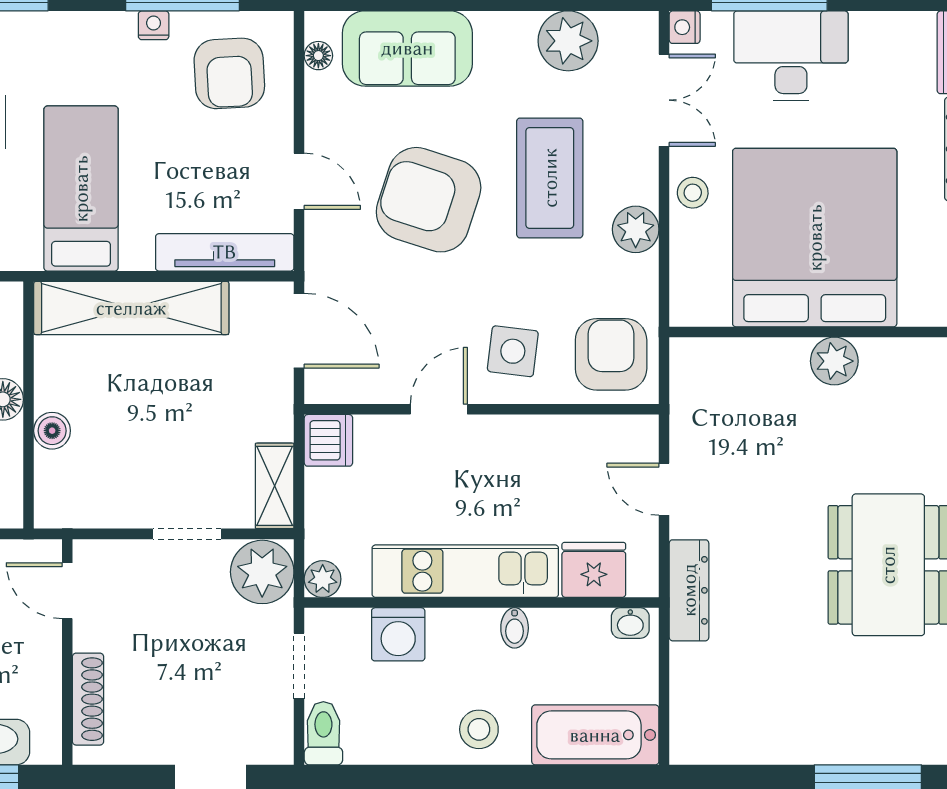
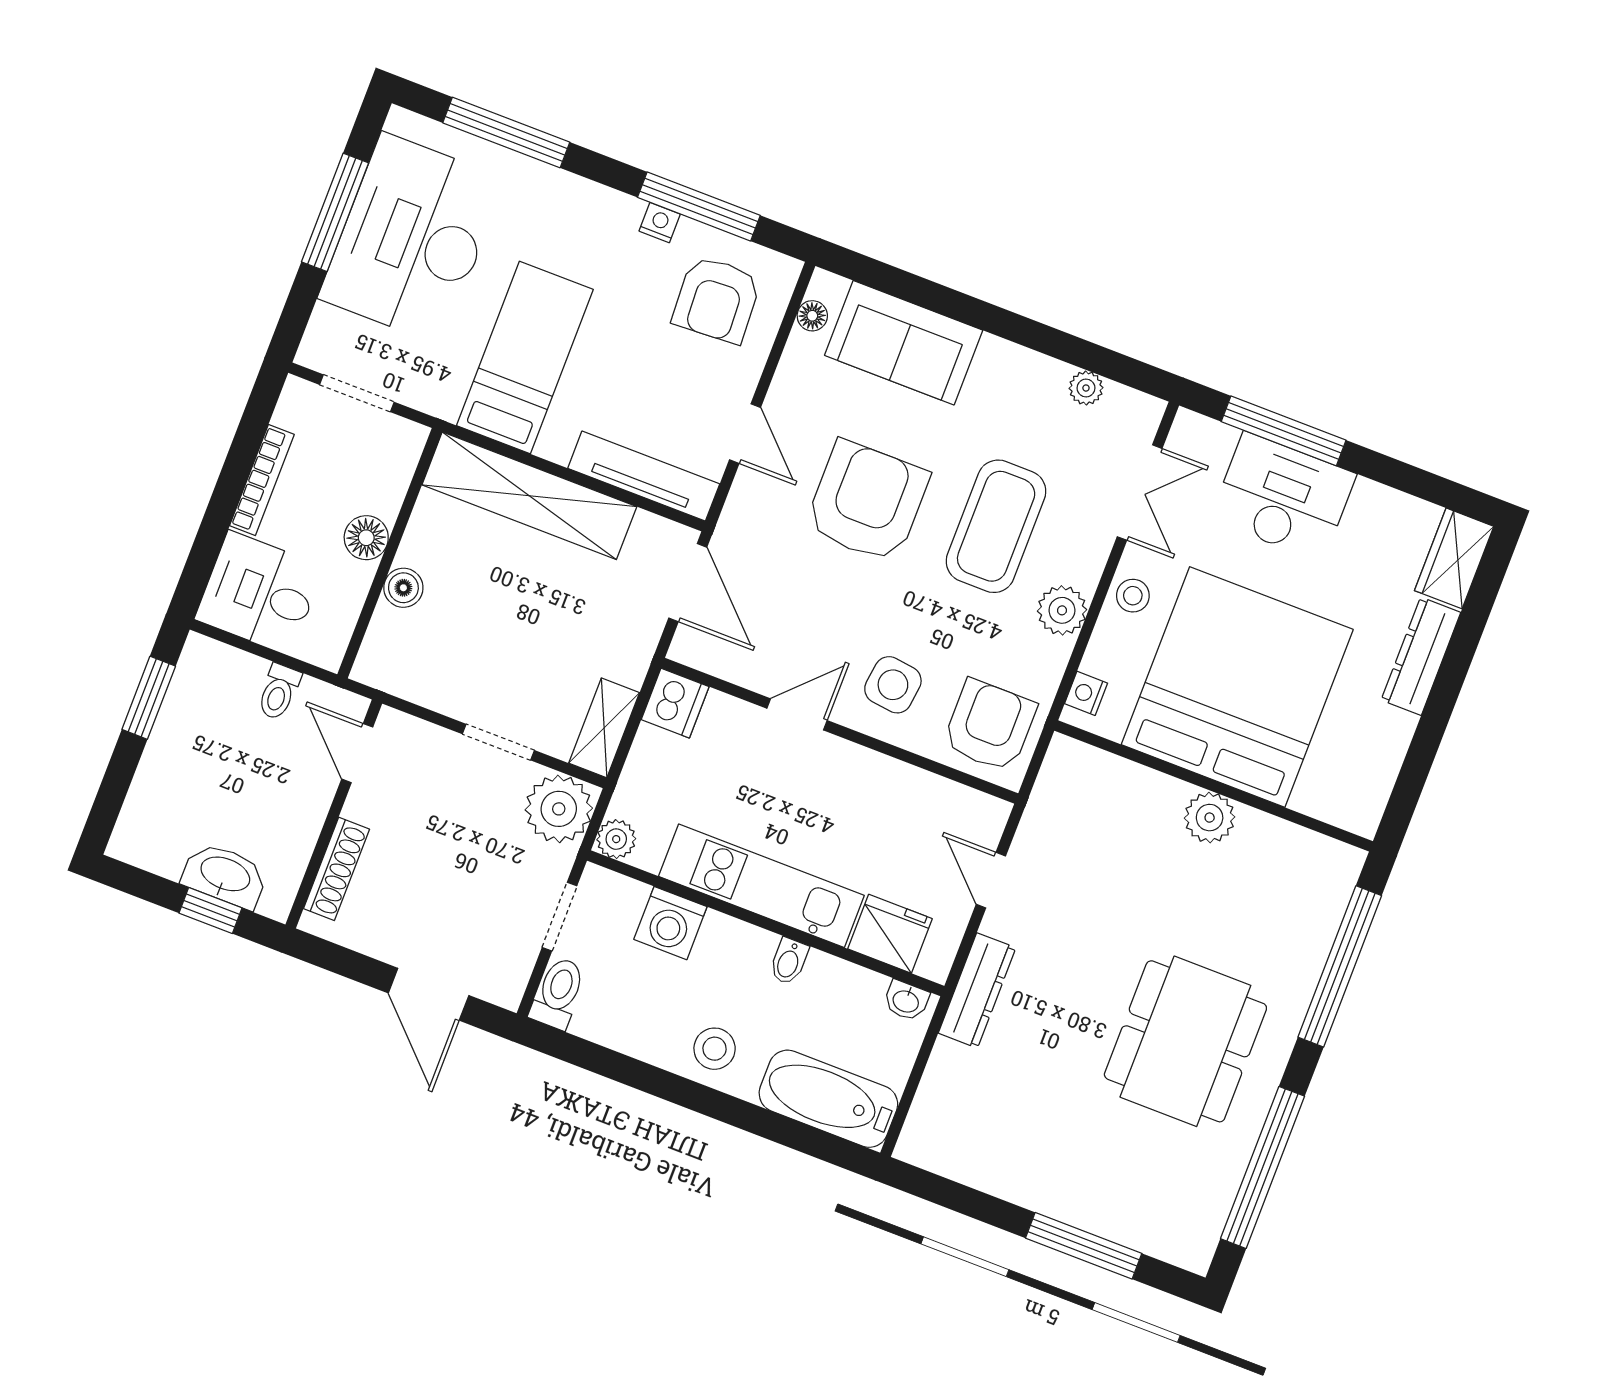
nightstand: (685, 27) -> (1086, 693), moved
plant: (568, 41) -> (1086, 388), width x0.53, depth x0.53
armchair: (429, 200) -> (867, 502), turned 72

